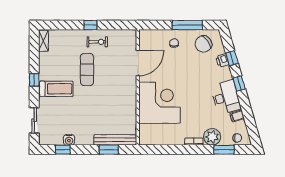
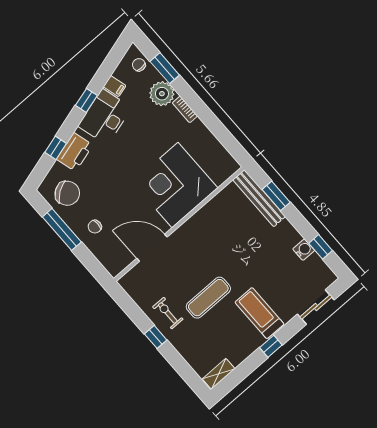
printer: (222, 60) -> (75, 152), width x1.87, depth x1.48
window: (239, 84) -> (86, 100), moved

